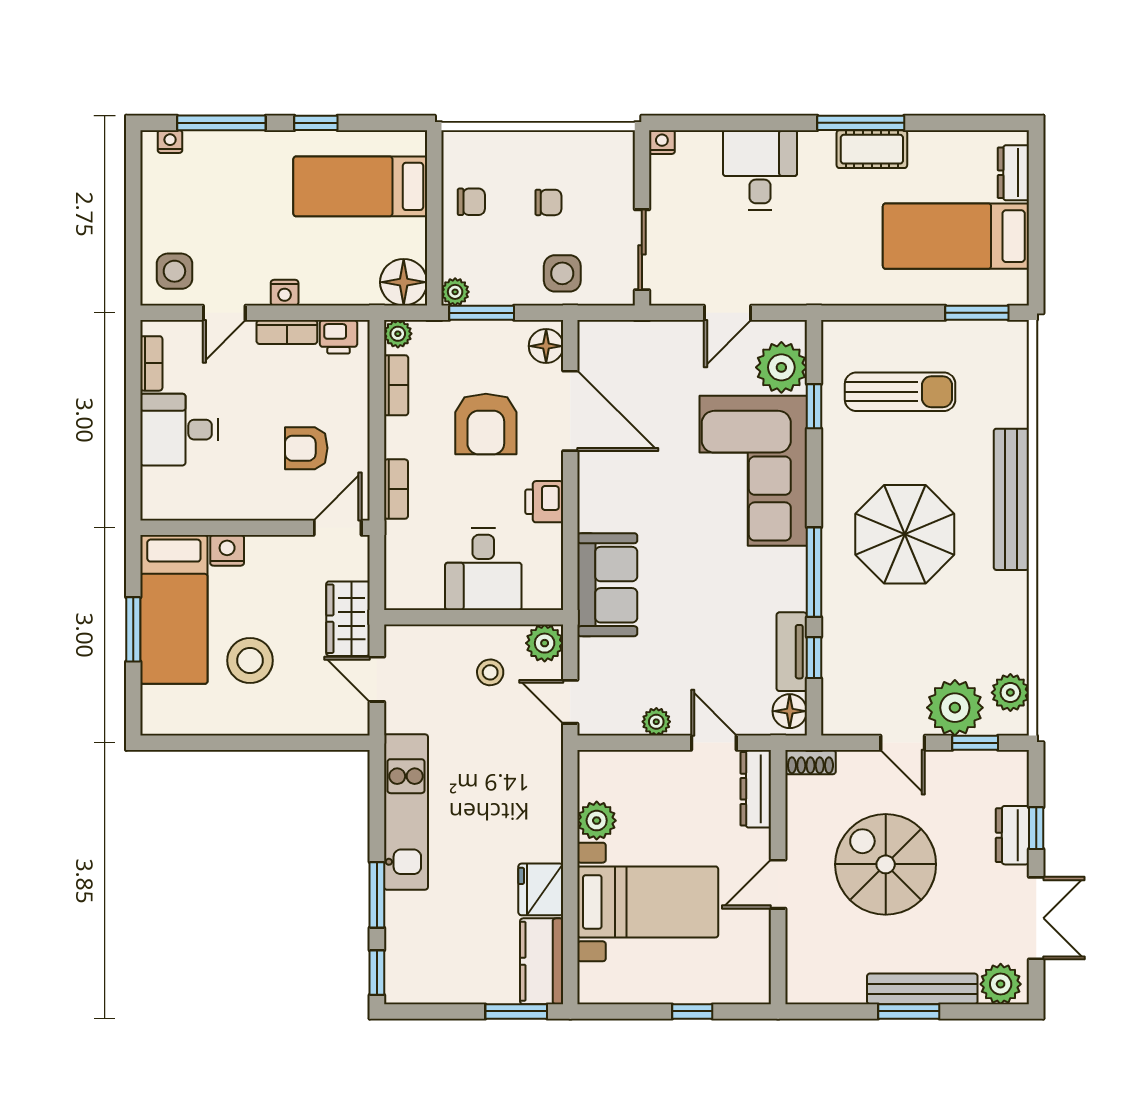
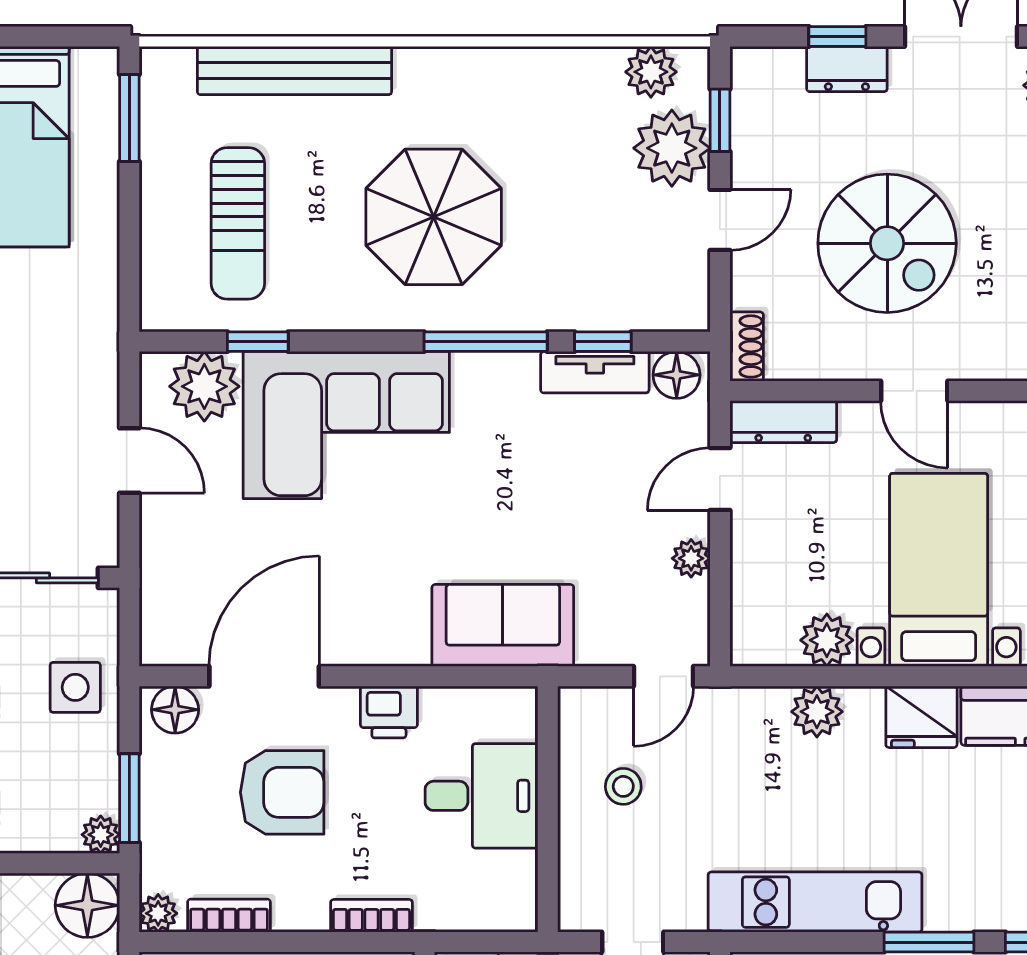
sun lounger: (900, 392) -> (238, 223), turned 180
bench: (1011, 499) -> (294, 71), moved
plant: (545, 643) -> (817, 712), moved
spiral stairs: (886, 864) -> (887, 243), turned -90

